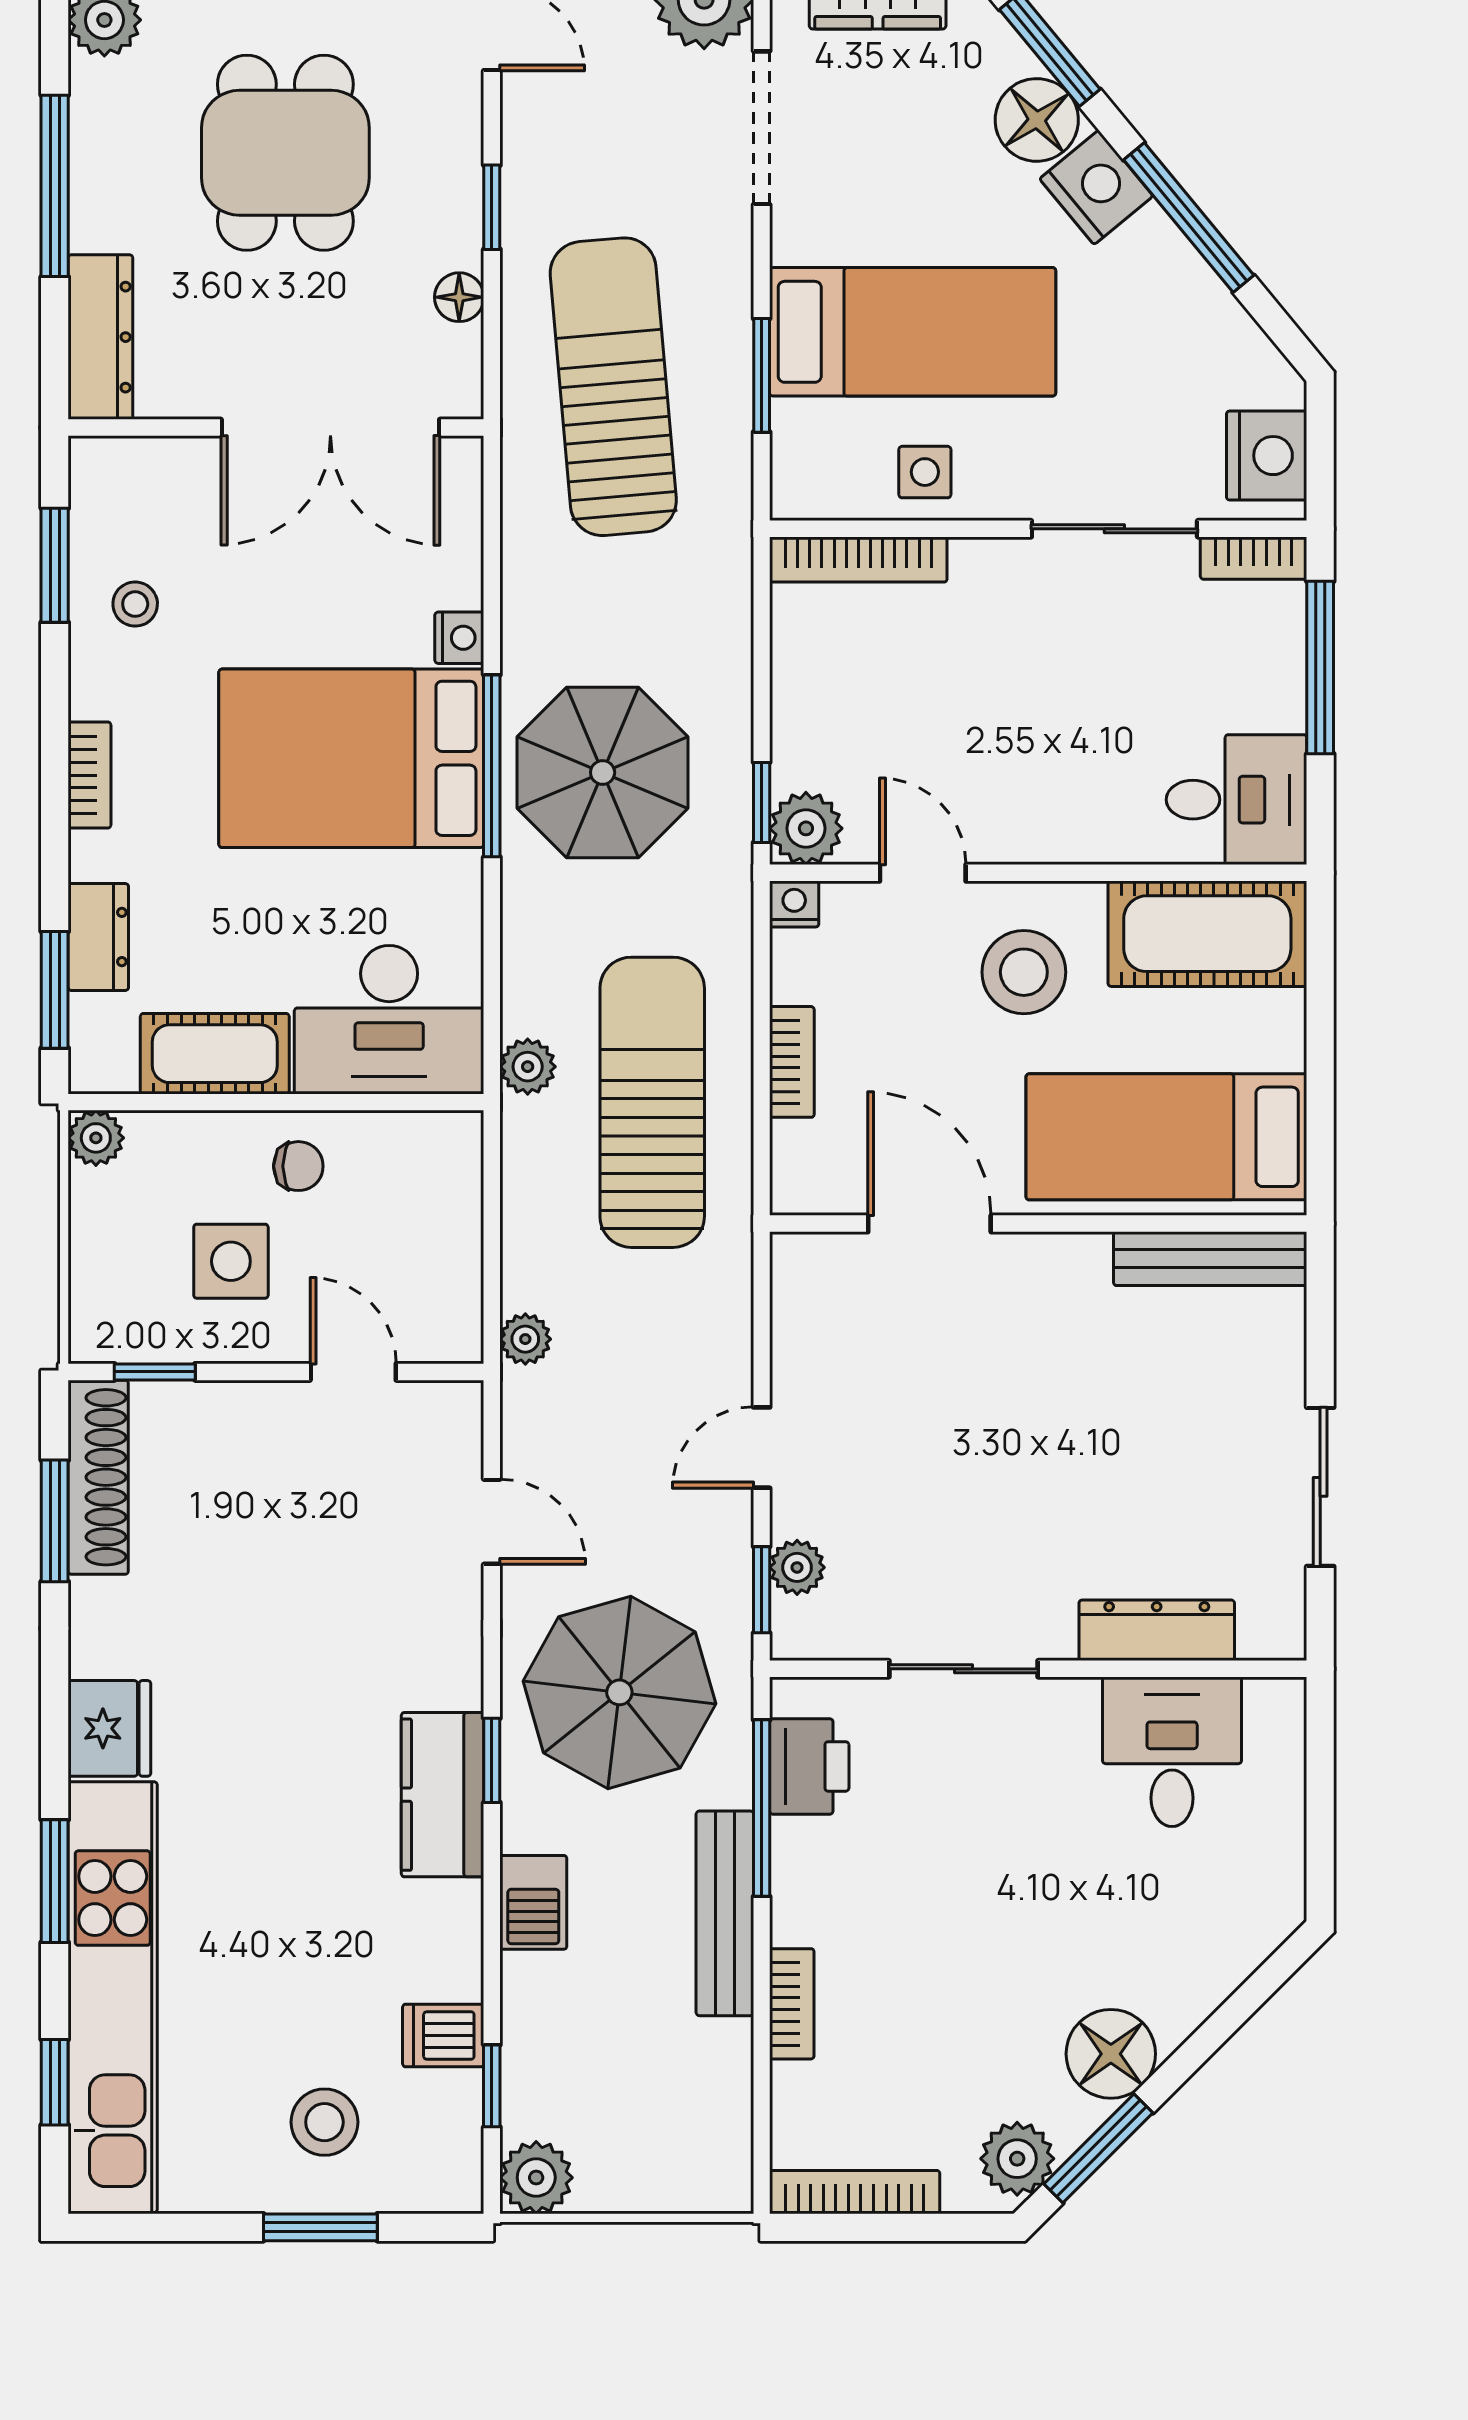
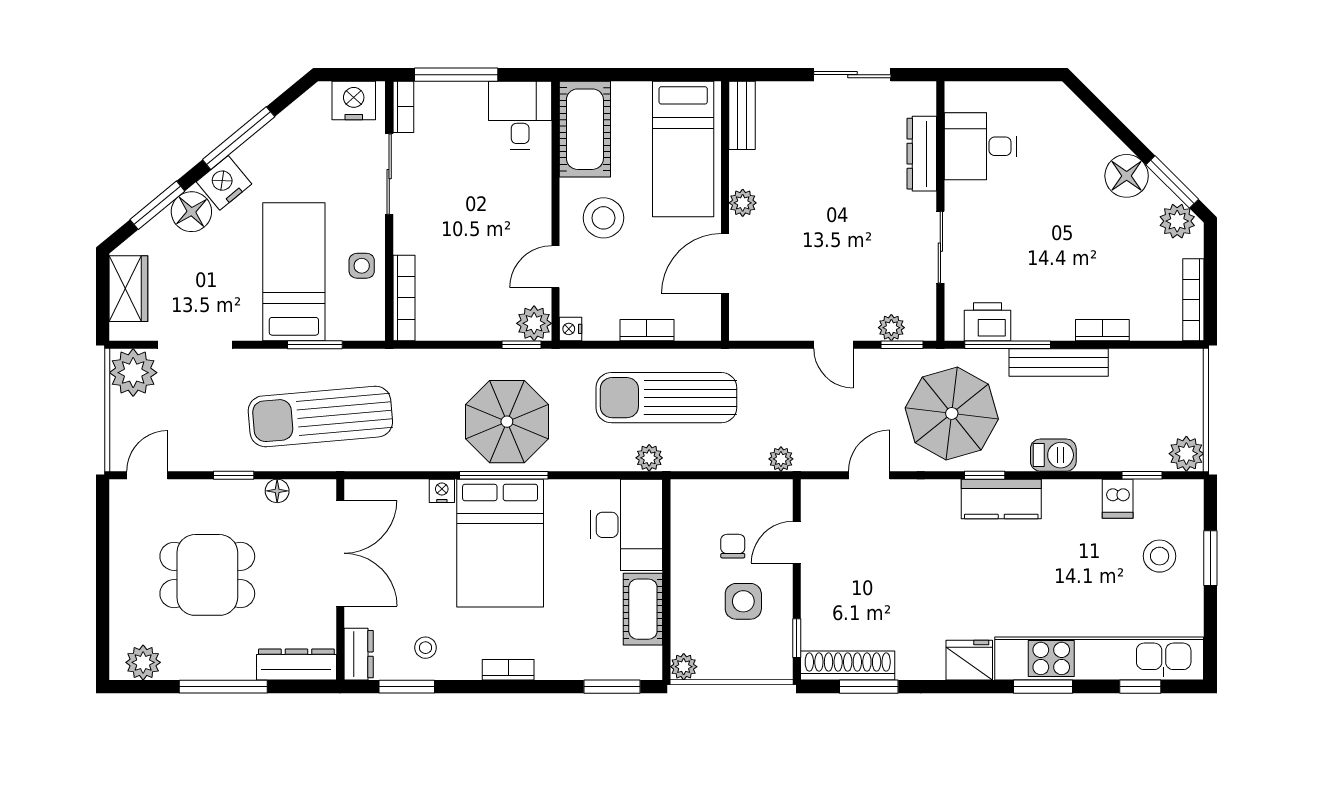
dresser: (98, 937) -> (359, 654), moved, turned 90
chair: (298, 1166) -> (733, 546), moved
bench: (1210, 1259) -> (742, 115), width x0.73
plant: (1055, 1260) -> (743, 203), added

